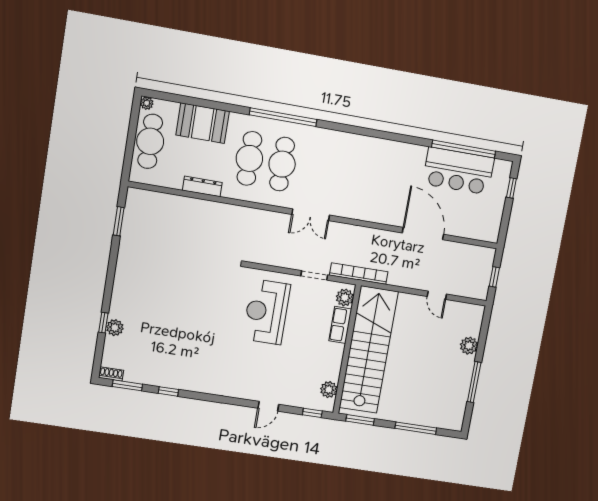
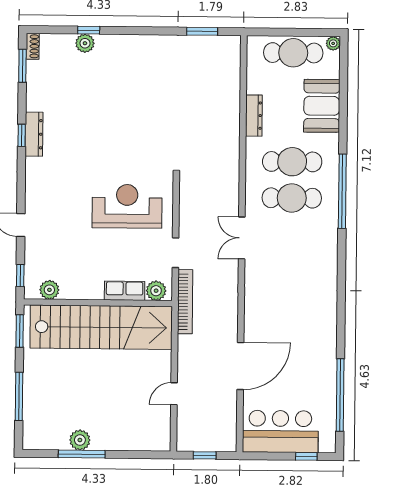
bar counter: (458, 171) -> (280, 431), moved, turned 90
plant: (469, 346) -> (80, 440), moved
dresser: (190, 384) -> (34, 134), added
window: (168, 391) -> (22, 135), moved

